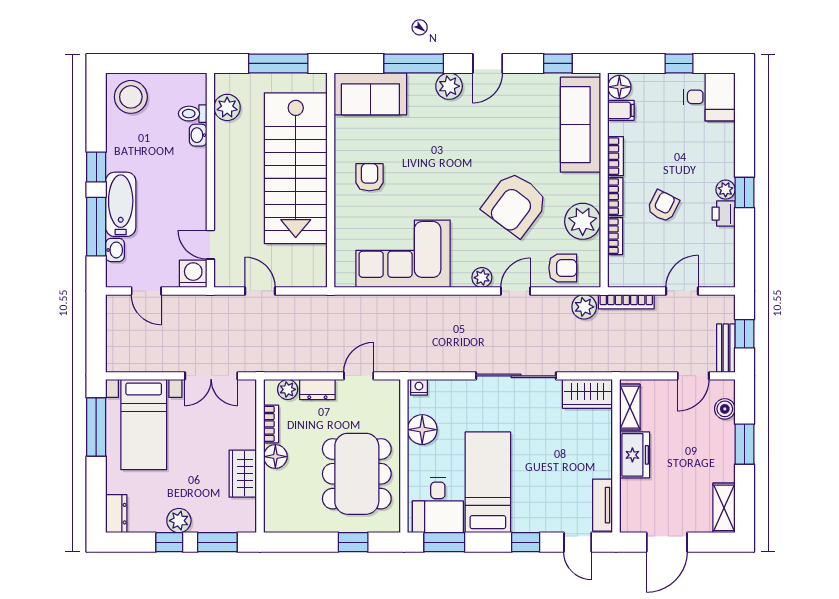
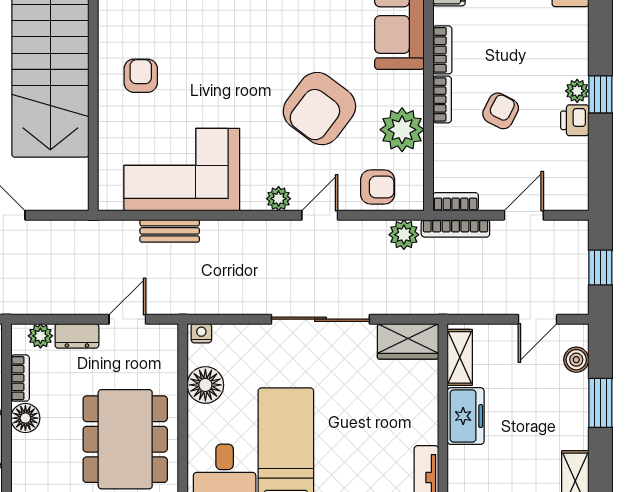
bookcase: (615, 236) -> (456, 202), moved, turned -90
bench: (726, 348) -> (170, 231), moved, turned 90

